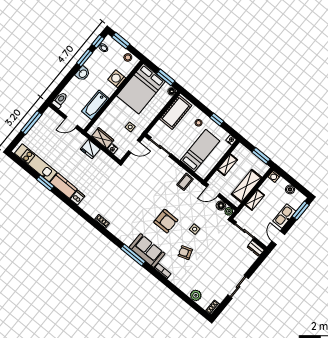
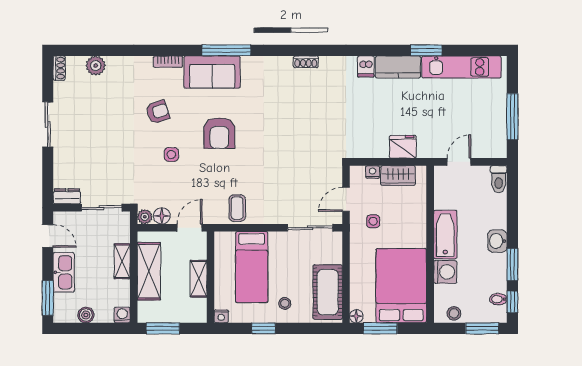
bathtub: (95, 105) -> (445, 234), moved
armchair: (166, 221) -> (219, 133), turned -90

